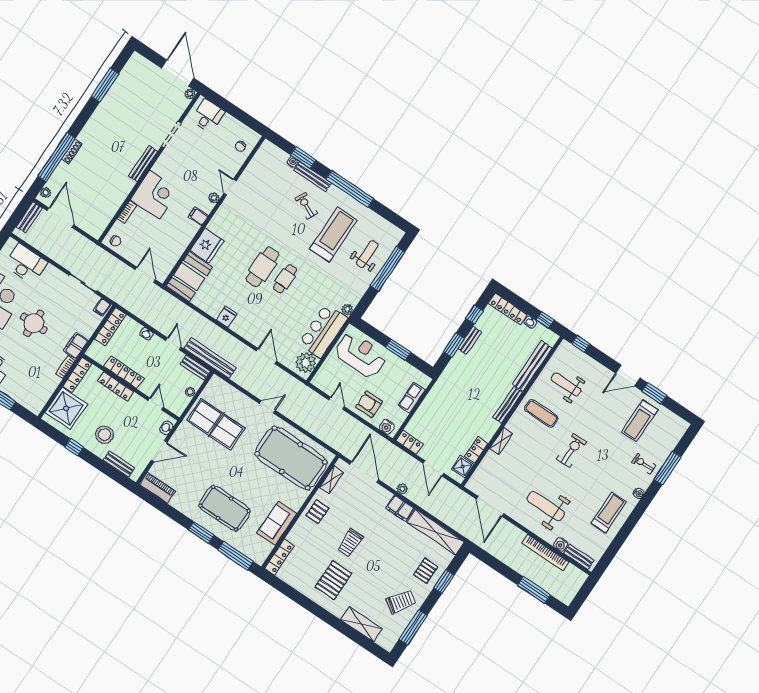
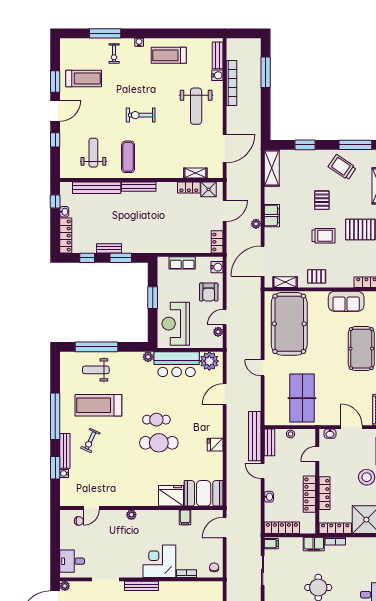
door: (230, 187) -> (91, 508), moved
filing cabinet: (198, 216) -> (185, 517), moved
door: (174, 344) -> (263, 471), hinge flipped
window: (581, 344) -> (55, 140), moved
door: (628, 375) -> (55, 111), hinge flipped
weight bench: (566, 385) -> (93, 153), turned 180
plant: (327, 388) -> (218, 332), added
shelving: (501, 441) -> (195, 173), moved
shelving: (436, 532) -> (272, 168), width x0.68
pallet: (426, 571) -> (322, 200), moved, turned 90

